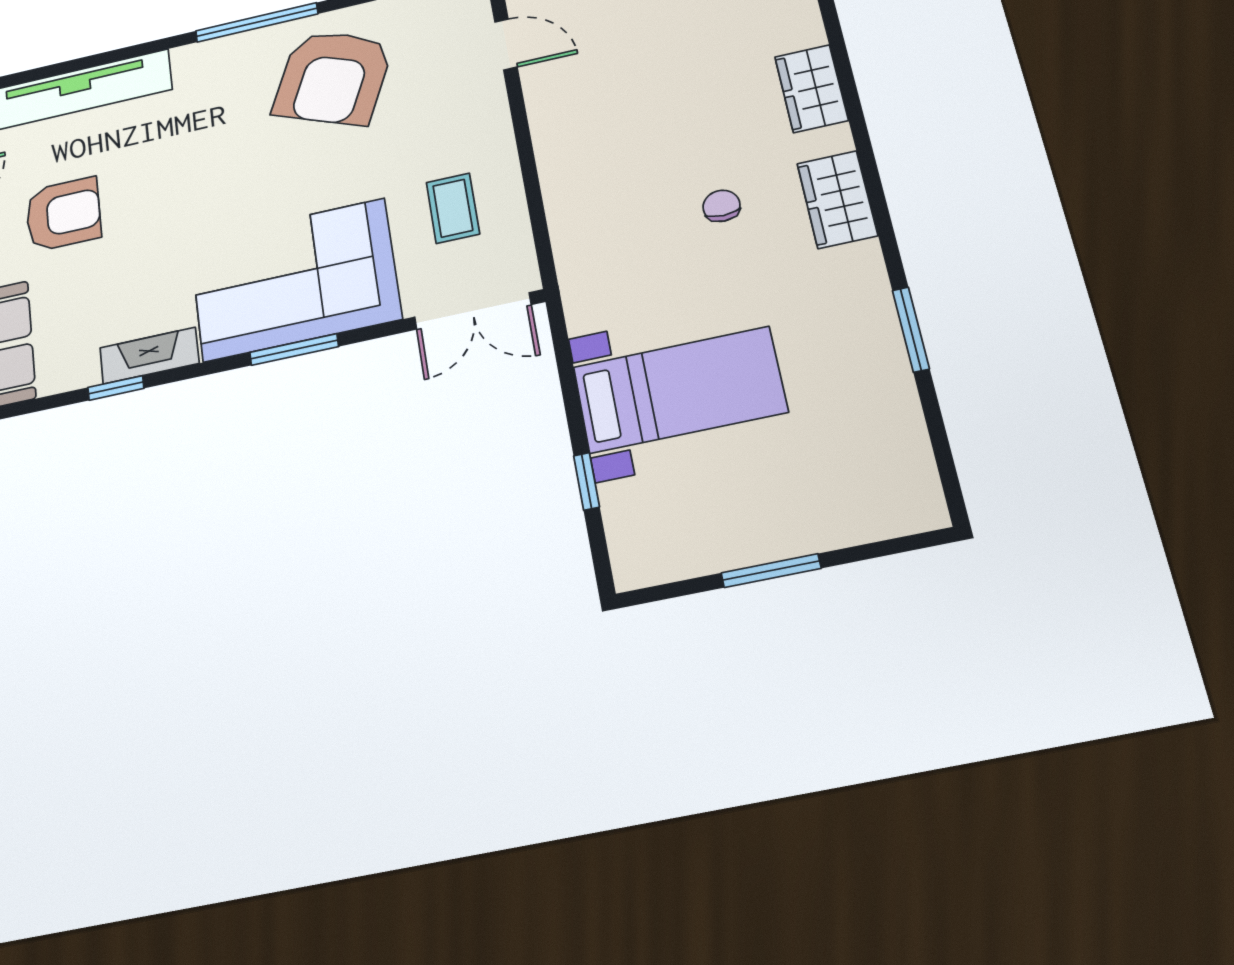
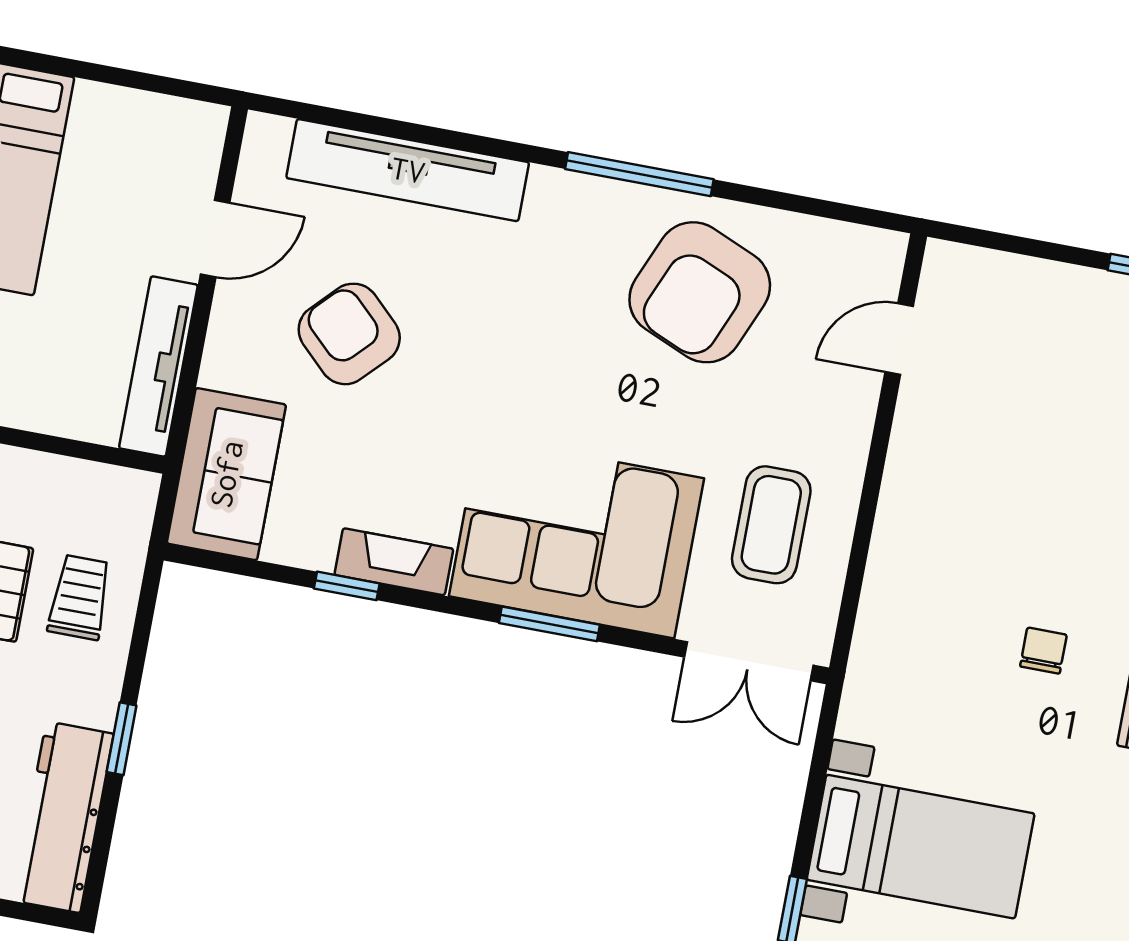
door: (506, 44) -> (899, 339), swing flipped
coffee table: (453, 208) -> (771, 525), width x1.36, depth x1.30
armchair: (63, 214) -> (349, 334), turned -136

